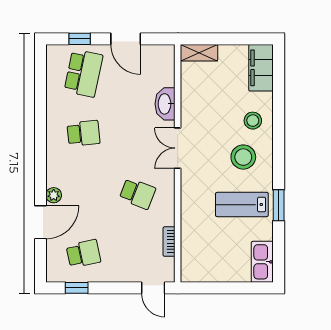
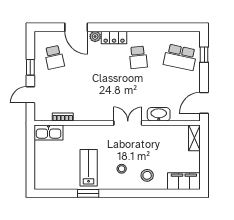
door: (126, 39) -> (204, 103), moved
stool: (243, 157) -> (122, 169), width x0.53, depth x0.53
locker: (55, 168) -> (114, 37), added
school desk: (137, 194) -> (96, 95), removed
kitchen sink: (262, 262) -> (49, 133), moved, turned 180
window: (77, 288) -> (30, 67), moved
door: (153, 288) -> (30, 95), moved

